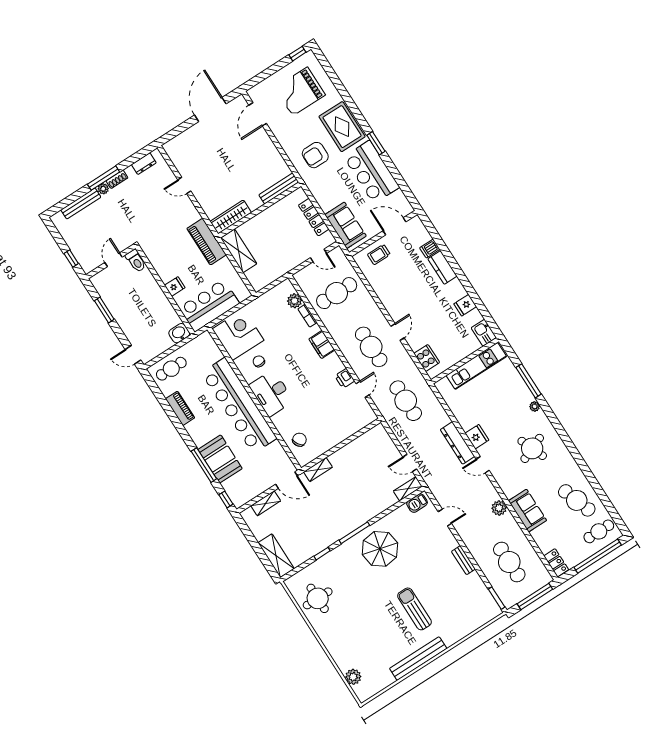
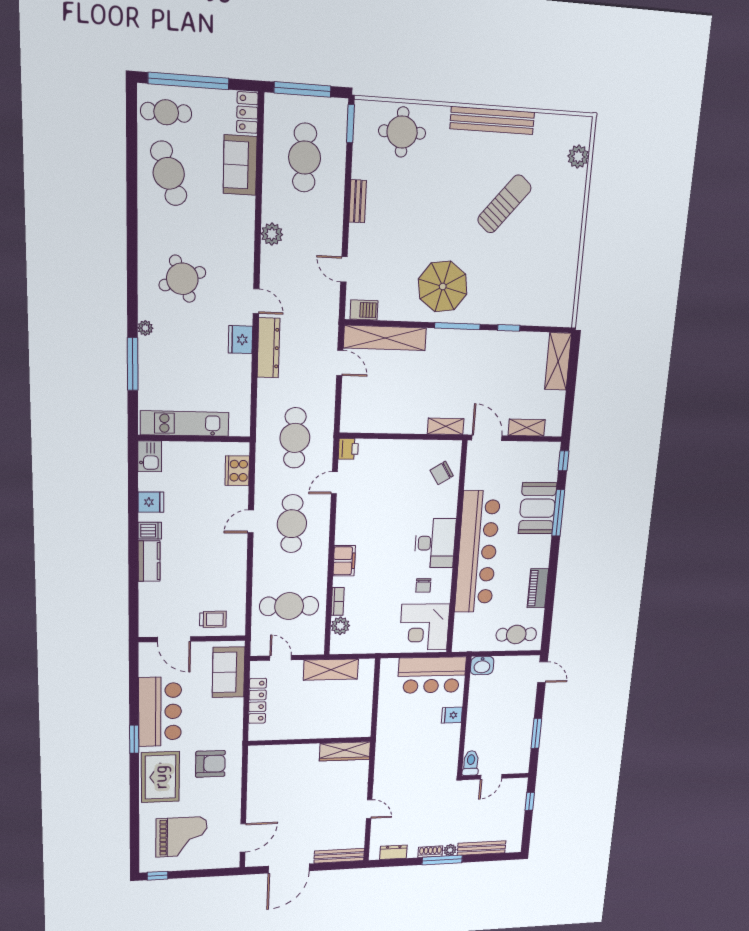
bench: (279, 189) -> (339, 856), moved
piano: (207, 242) -> (387, 741), removed
dishwasher: (430, 249) -> (150, 531), moved
shelving: (239, 251) -> (331, 670), moved, turned 90
printer: (345, 378) -> (348, 449), moved
shelving: (408, 489) -> (385, 338), width x2.20, depth x1.33
sofa: (527, 511) -> (240, 165), moved
round table: (318, 598) -> (402, 132), moved
sun lounger: (414, 609) -> (504, 204), moved, turned -140

